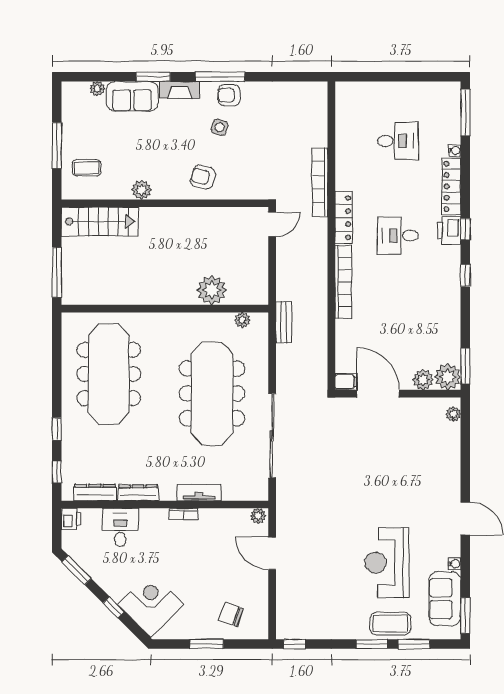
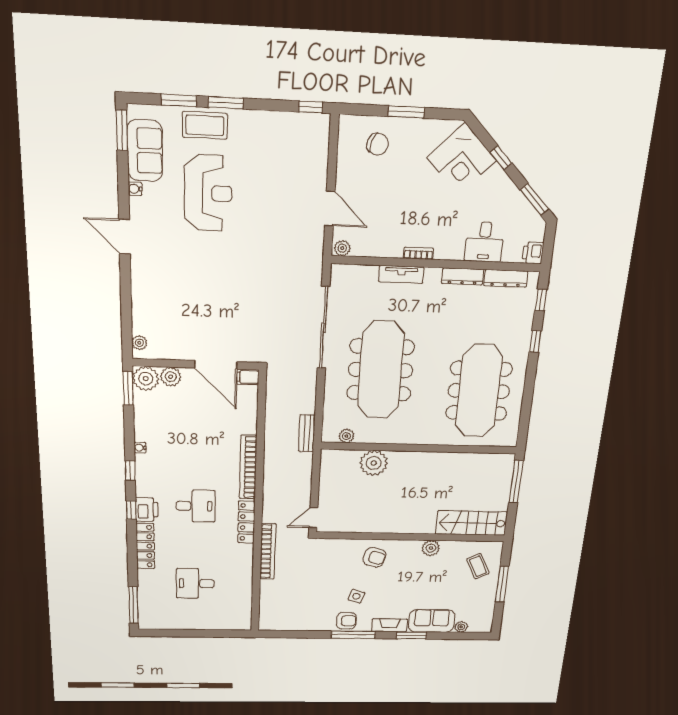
water cooler: (455, 150) -> (140, 448), moved
coffee table: (87, 168) -> (478, 566), turned 64

